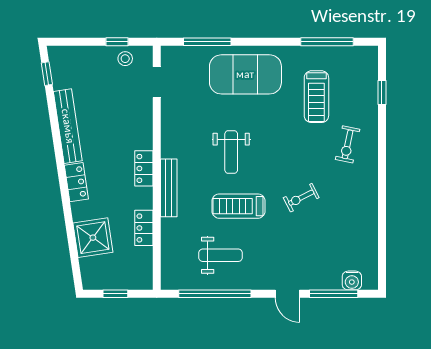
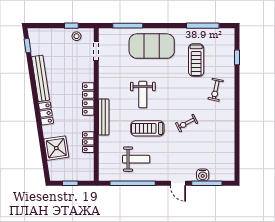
locker: (144, 168) -> (88, 99), width x1.53
water cooler: (352, 280) -> (203, 175), moved

